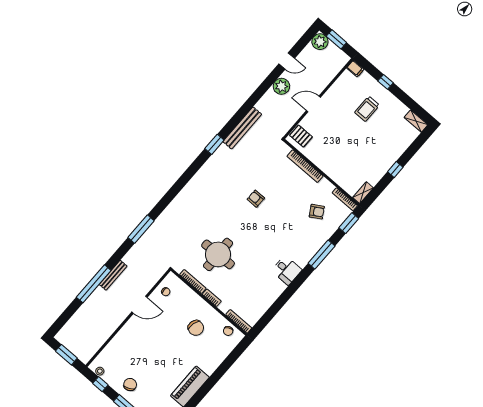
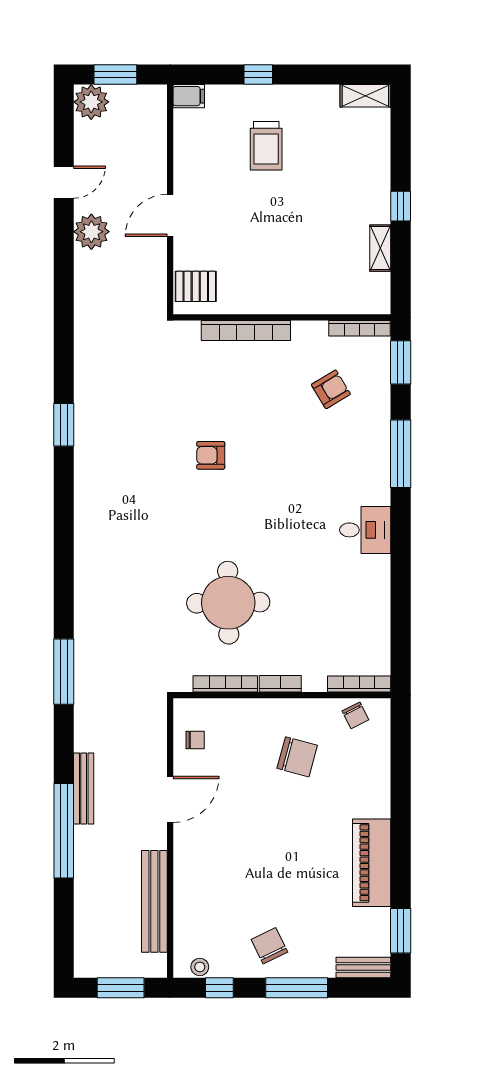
bench: (242, 128) -> (154, 901), moved
shelving: (363, 193) -> (380, 248), moved

